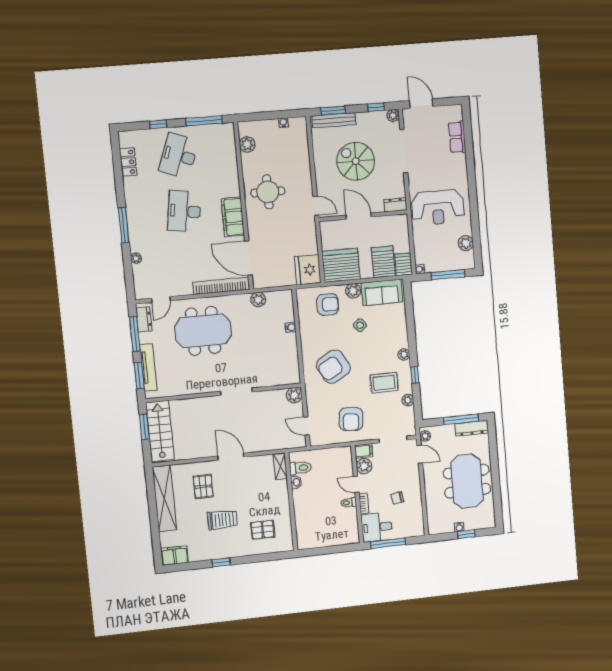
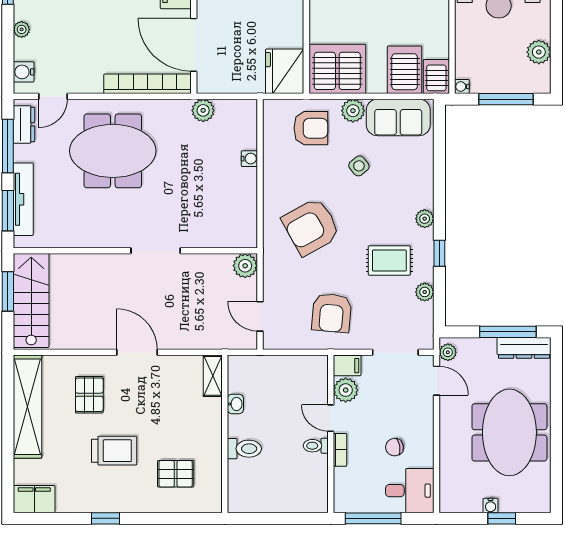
water cooler: (140, 286) -> (24, 72), added
toilet: (300, 468) -> (244, 449), moved
desk: (377, 527) -> (410, 491), moved, turned 180

